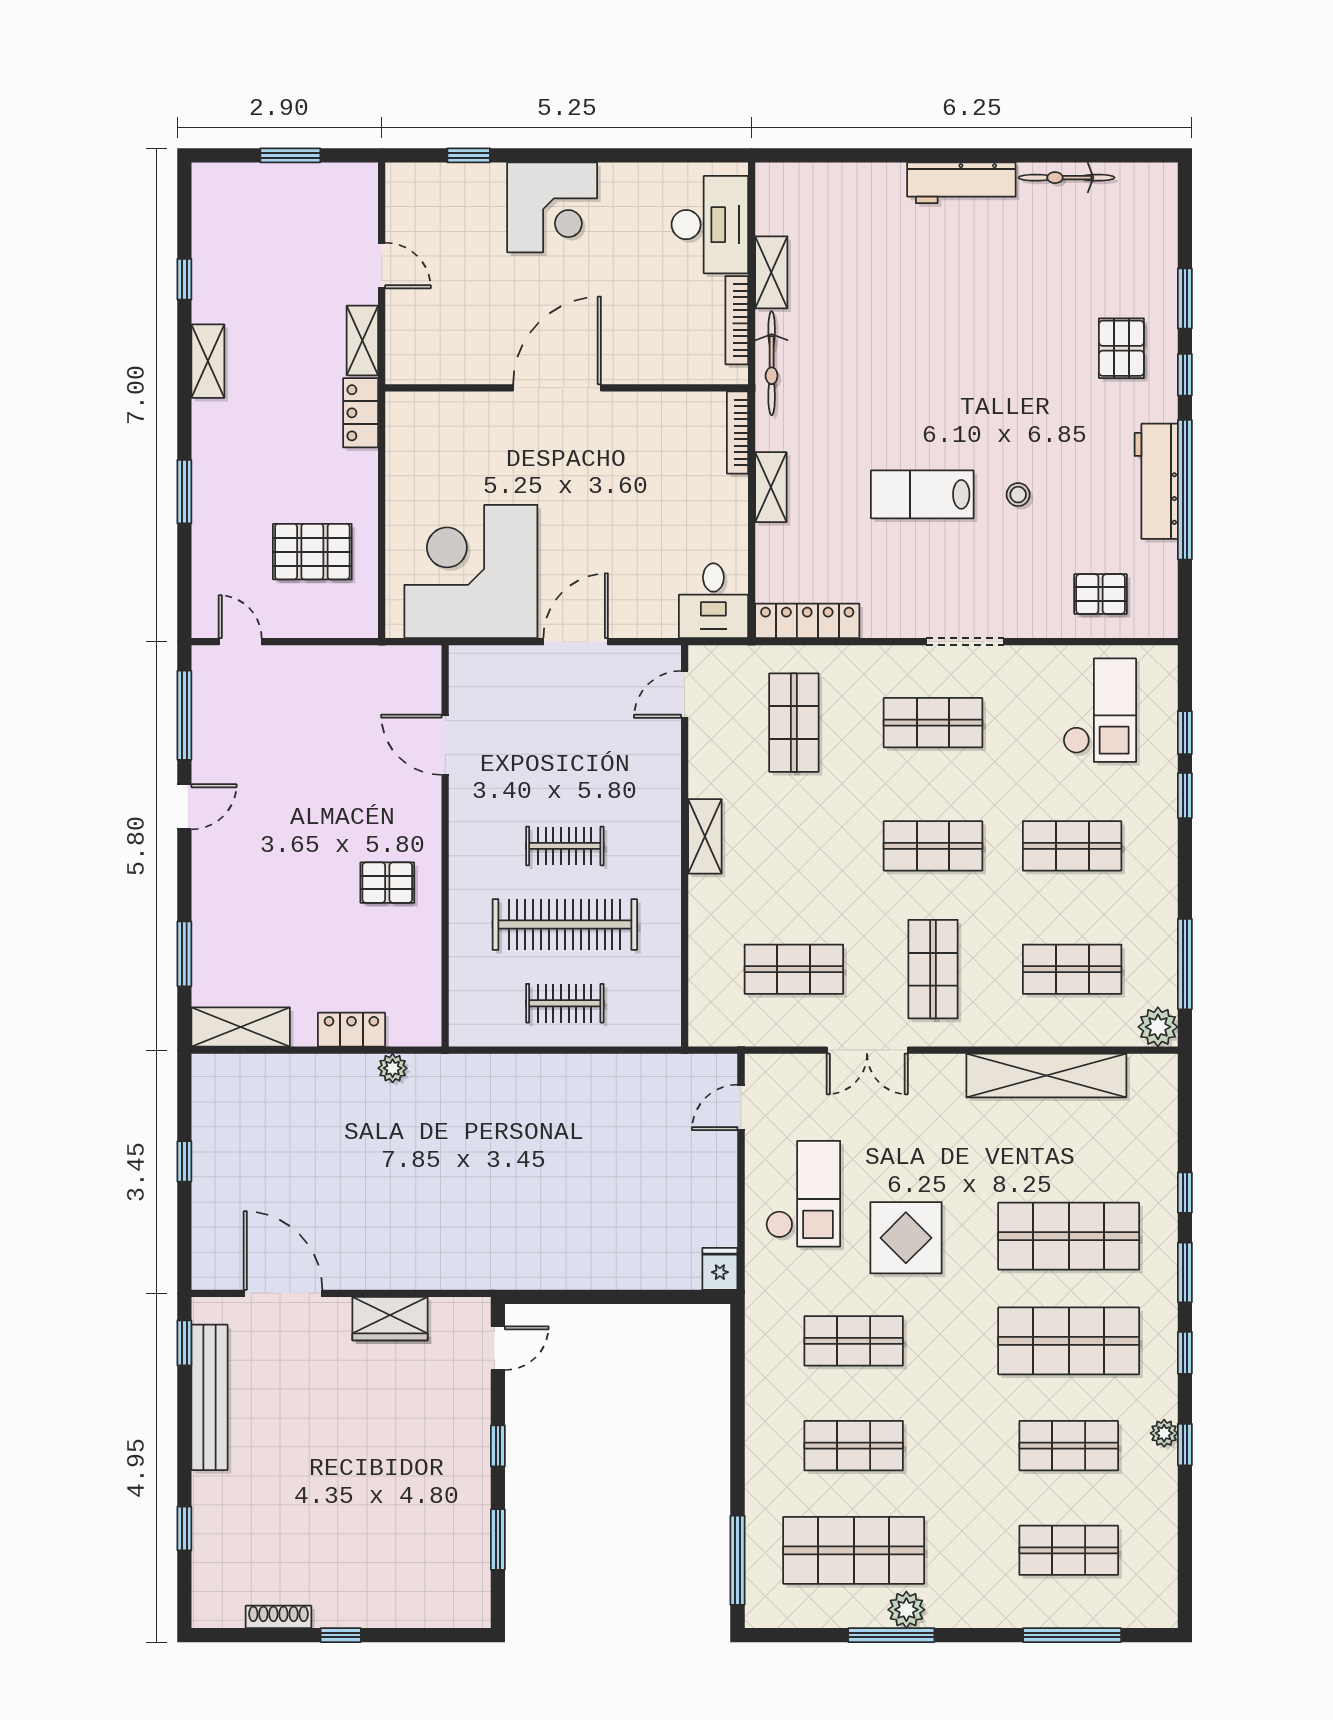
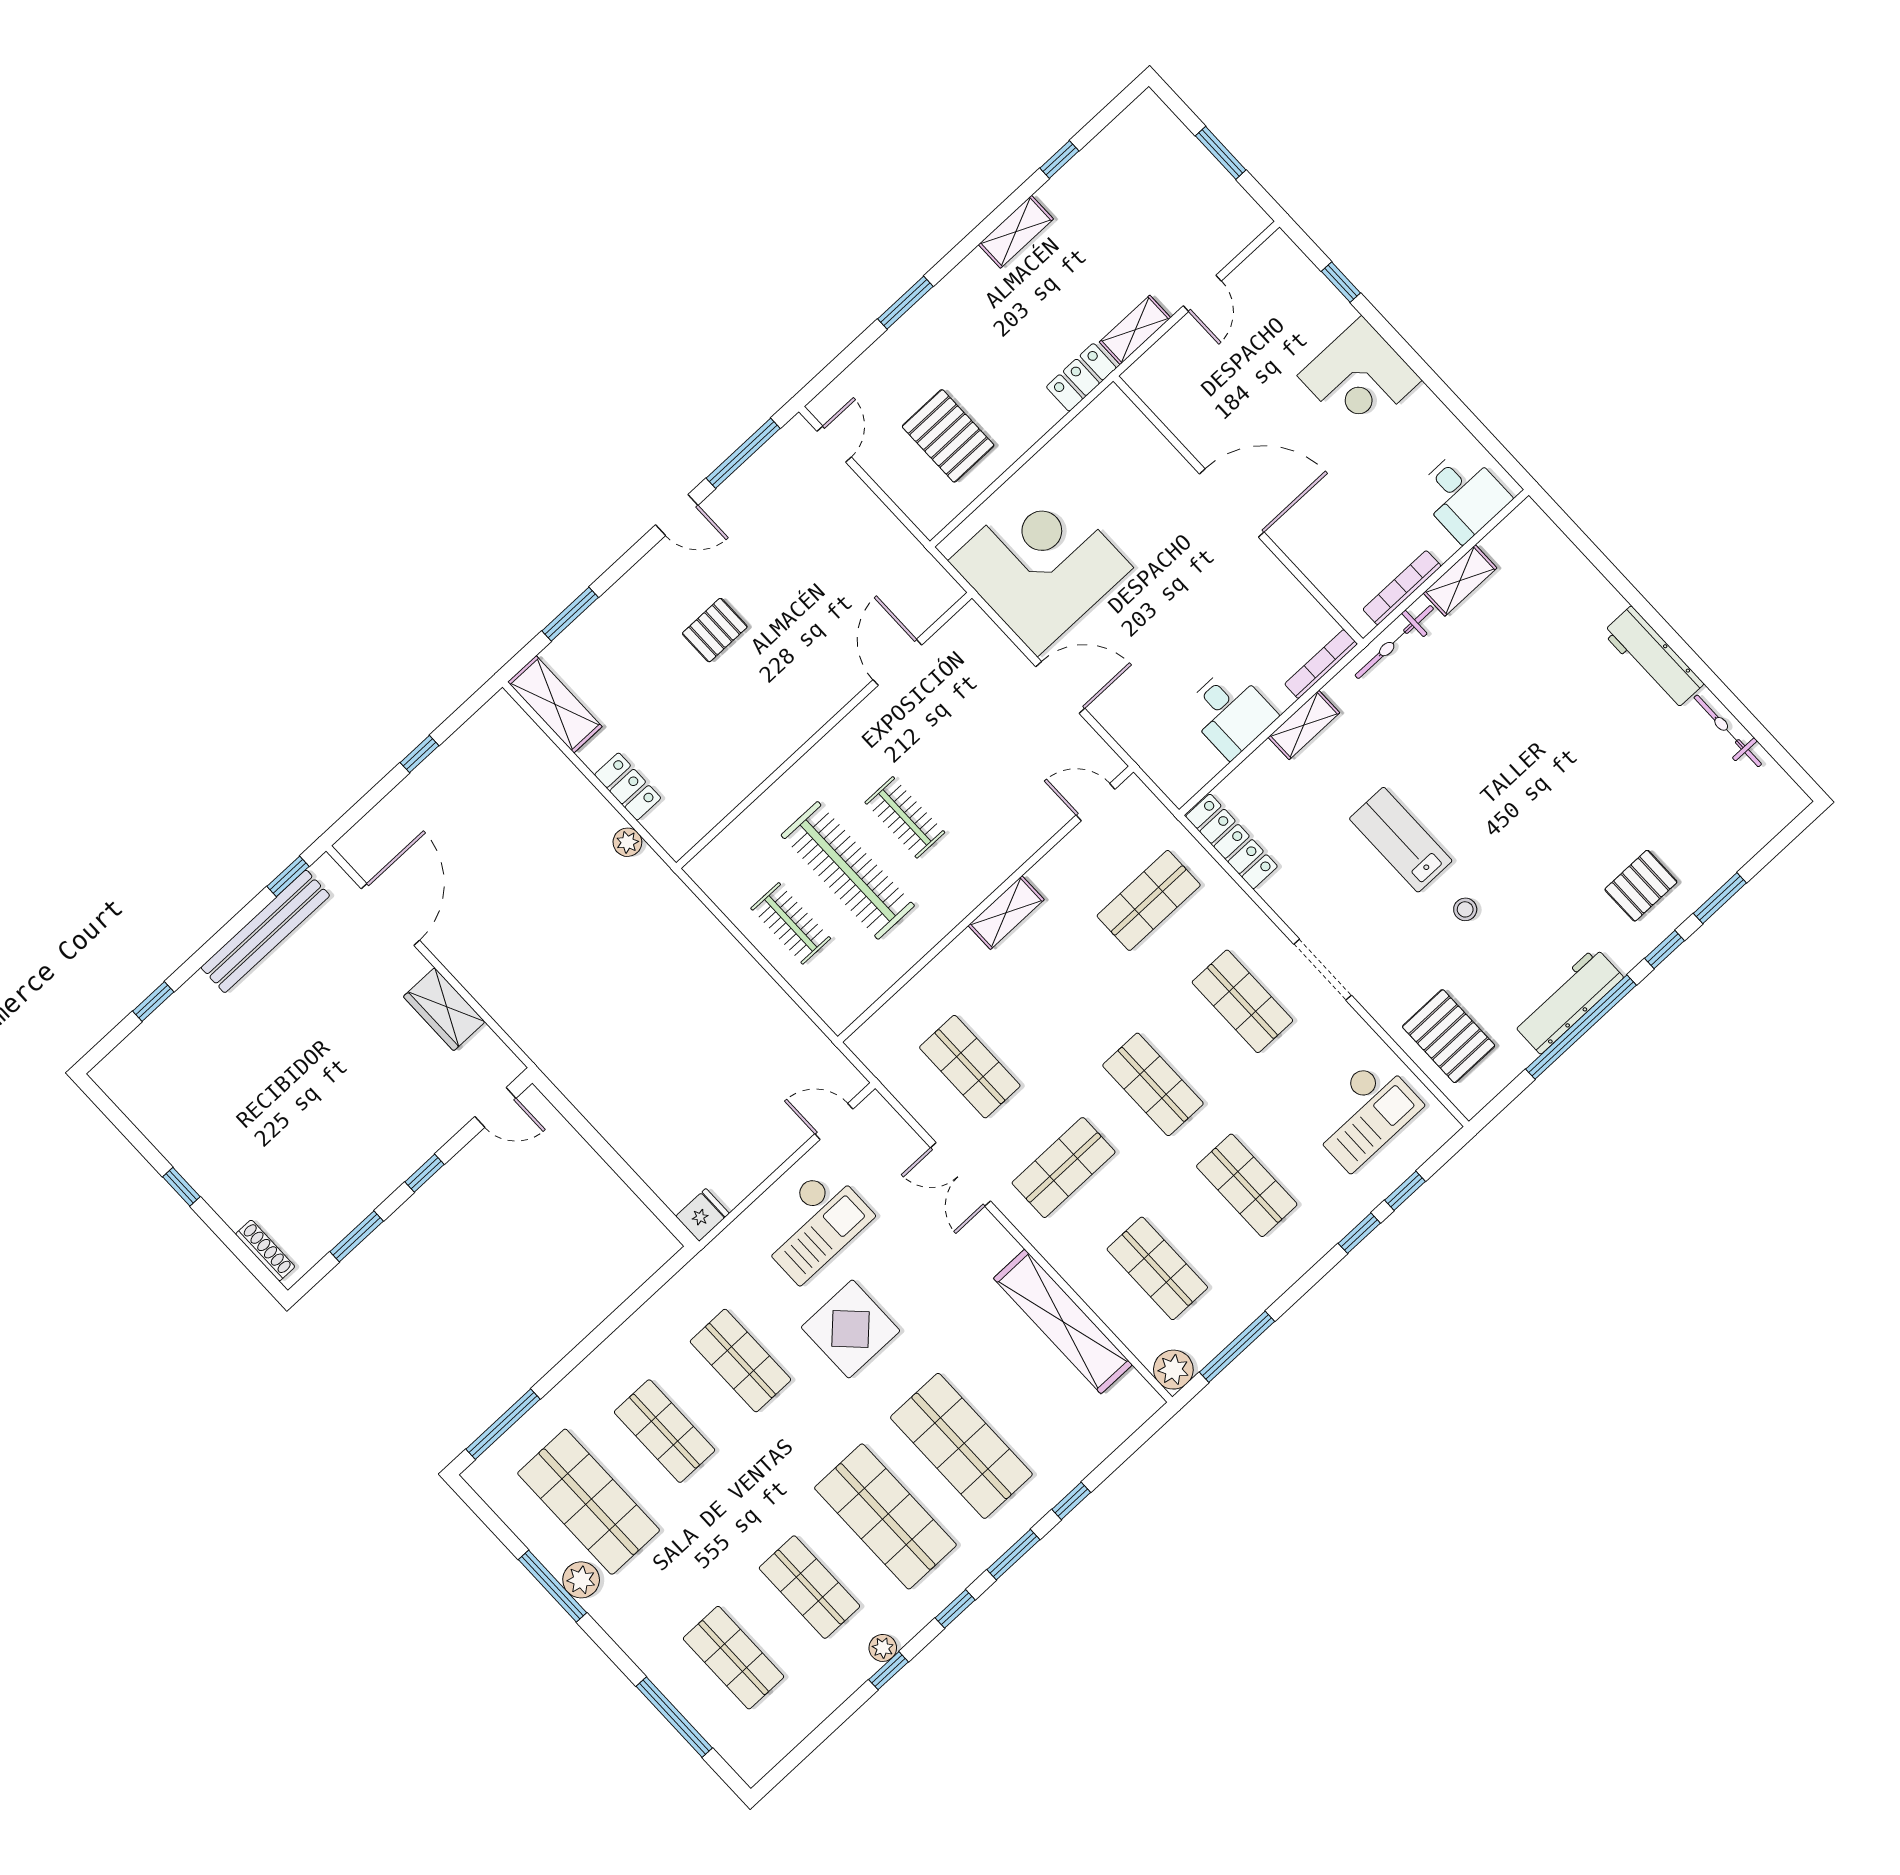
desk: (710, 225) -> (1463, 495), width x0.73
pallet: (1101, 594) -> (1449, 1036), width x1.50, depth x1.42
desk: (713, 601) -> (1230, 712), moved, turned -90
pallet: (387, 883) -> (715, 630), moved, turned 90
shoe rack: (278, 1617) -> (265, 1250), moved

